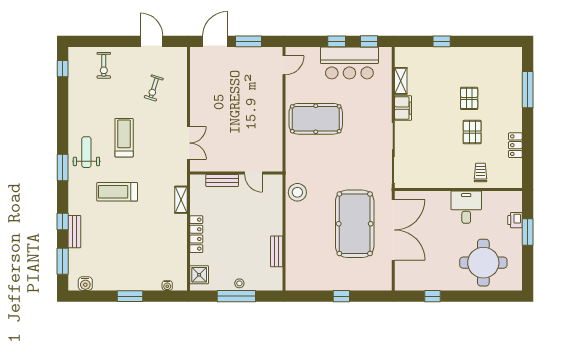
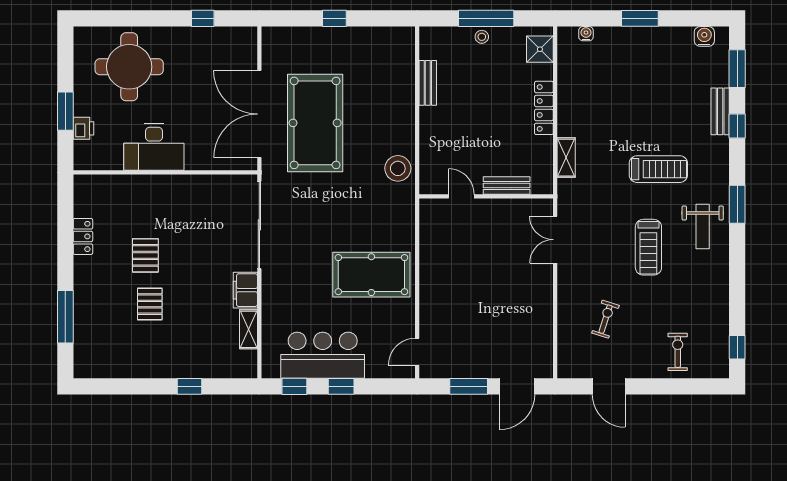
trolley: (480, 172) -> (133, 197), removed
desk: (466, 207) -> (154, 147), width x1.37

